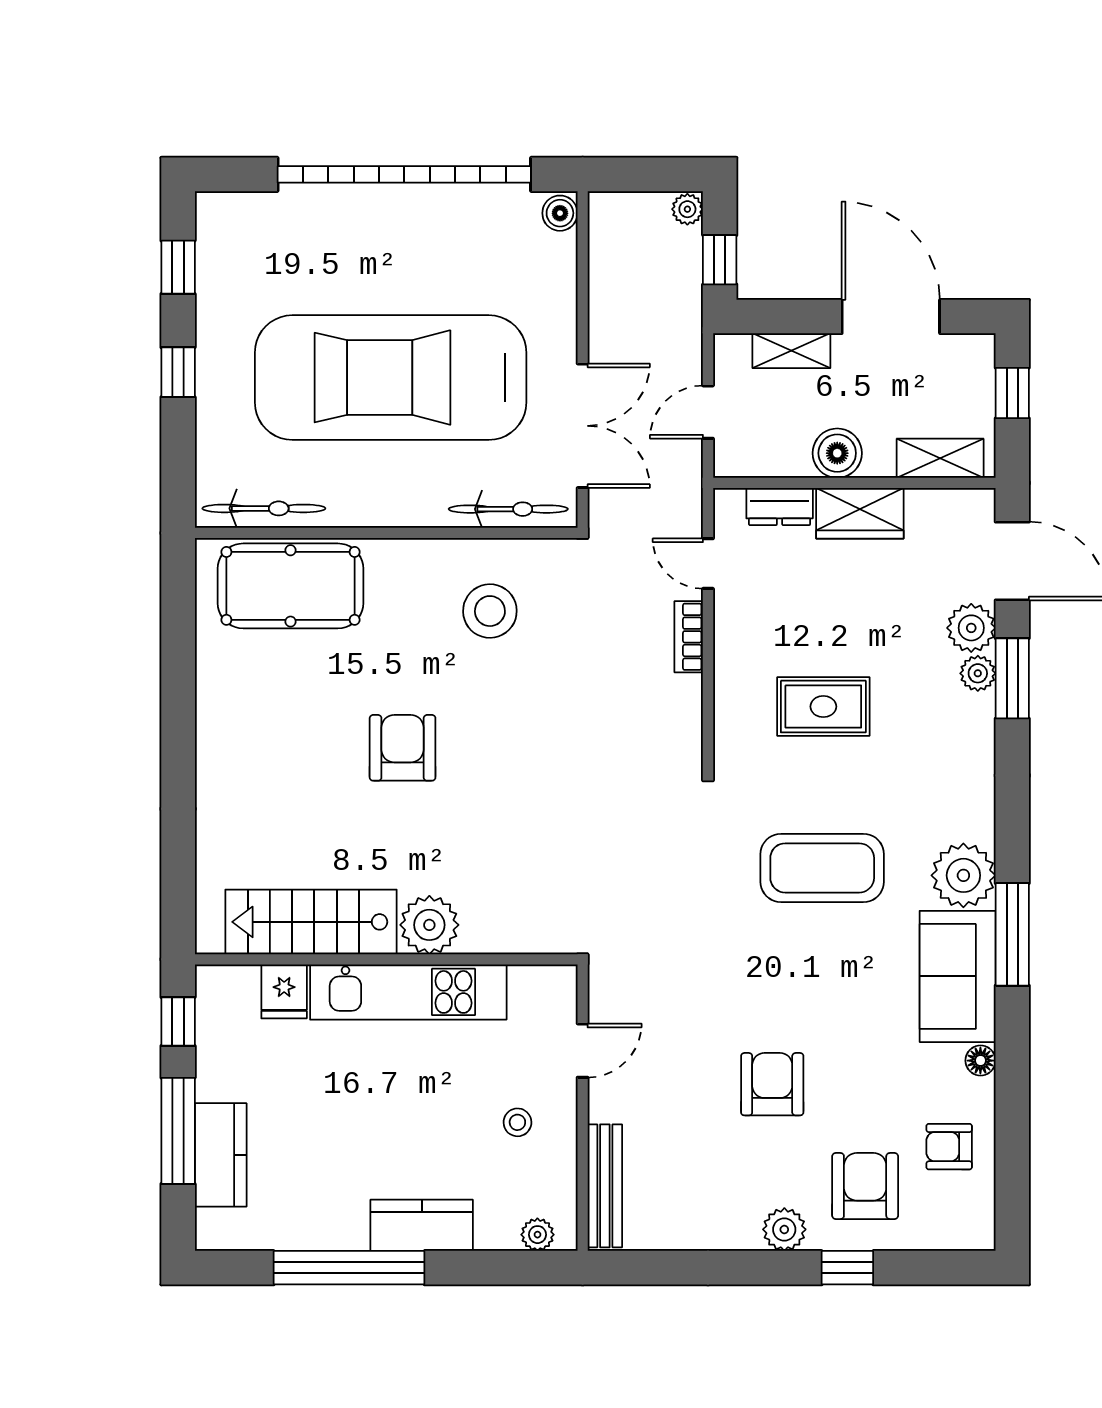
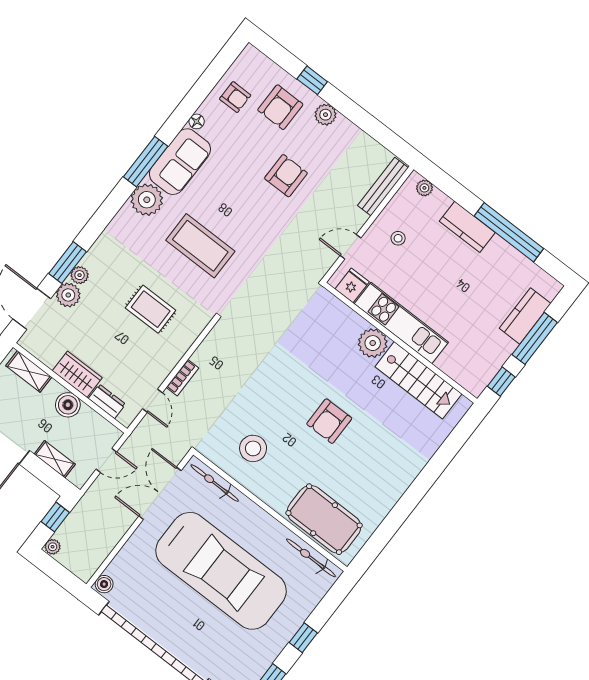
fridge: (284, 991) -> (352, 285), moved
armchair: (772, 1084) -> (286, 176), turned 180

